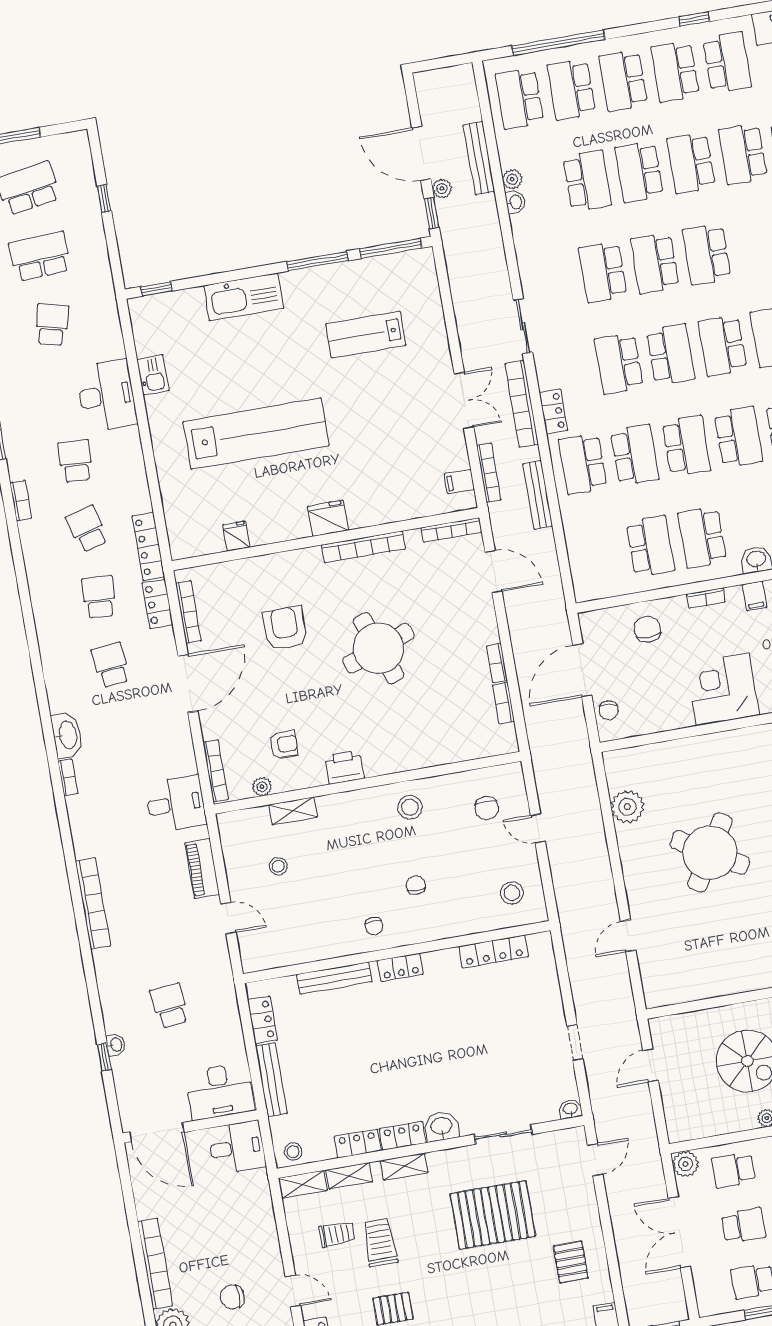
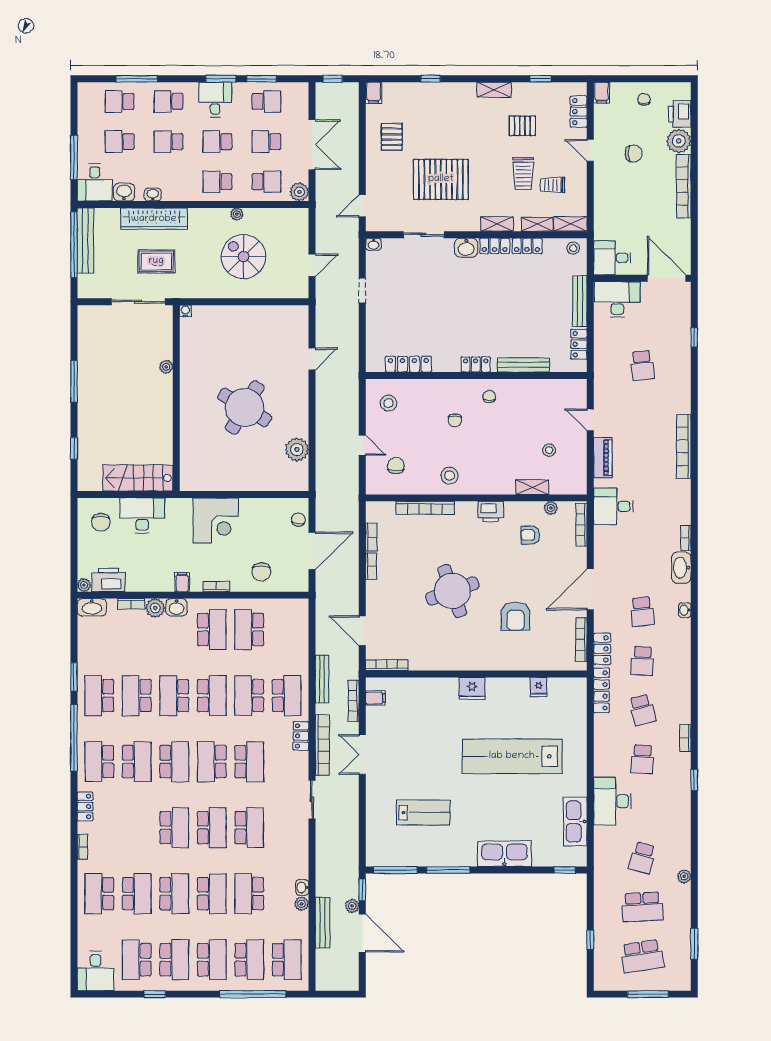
kitchen sink: (153, 375) -> (575, 822), width x1.88, depth x1.24
school desk: (686, 446) -> (212, 696), turned 180
bookcase: (363, 547) -> (425, 508), moved, turned 180
washbasin: (116, 1045) -> (685, 610), moved

